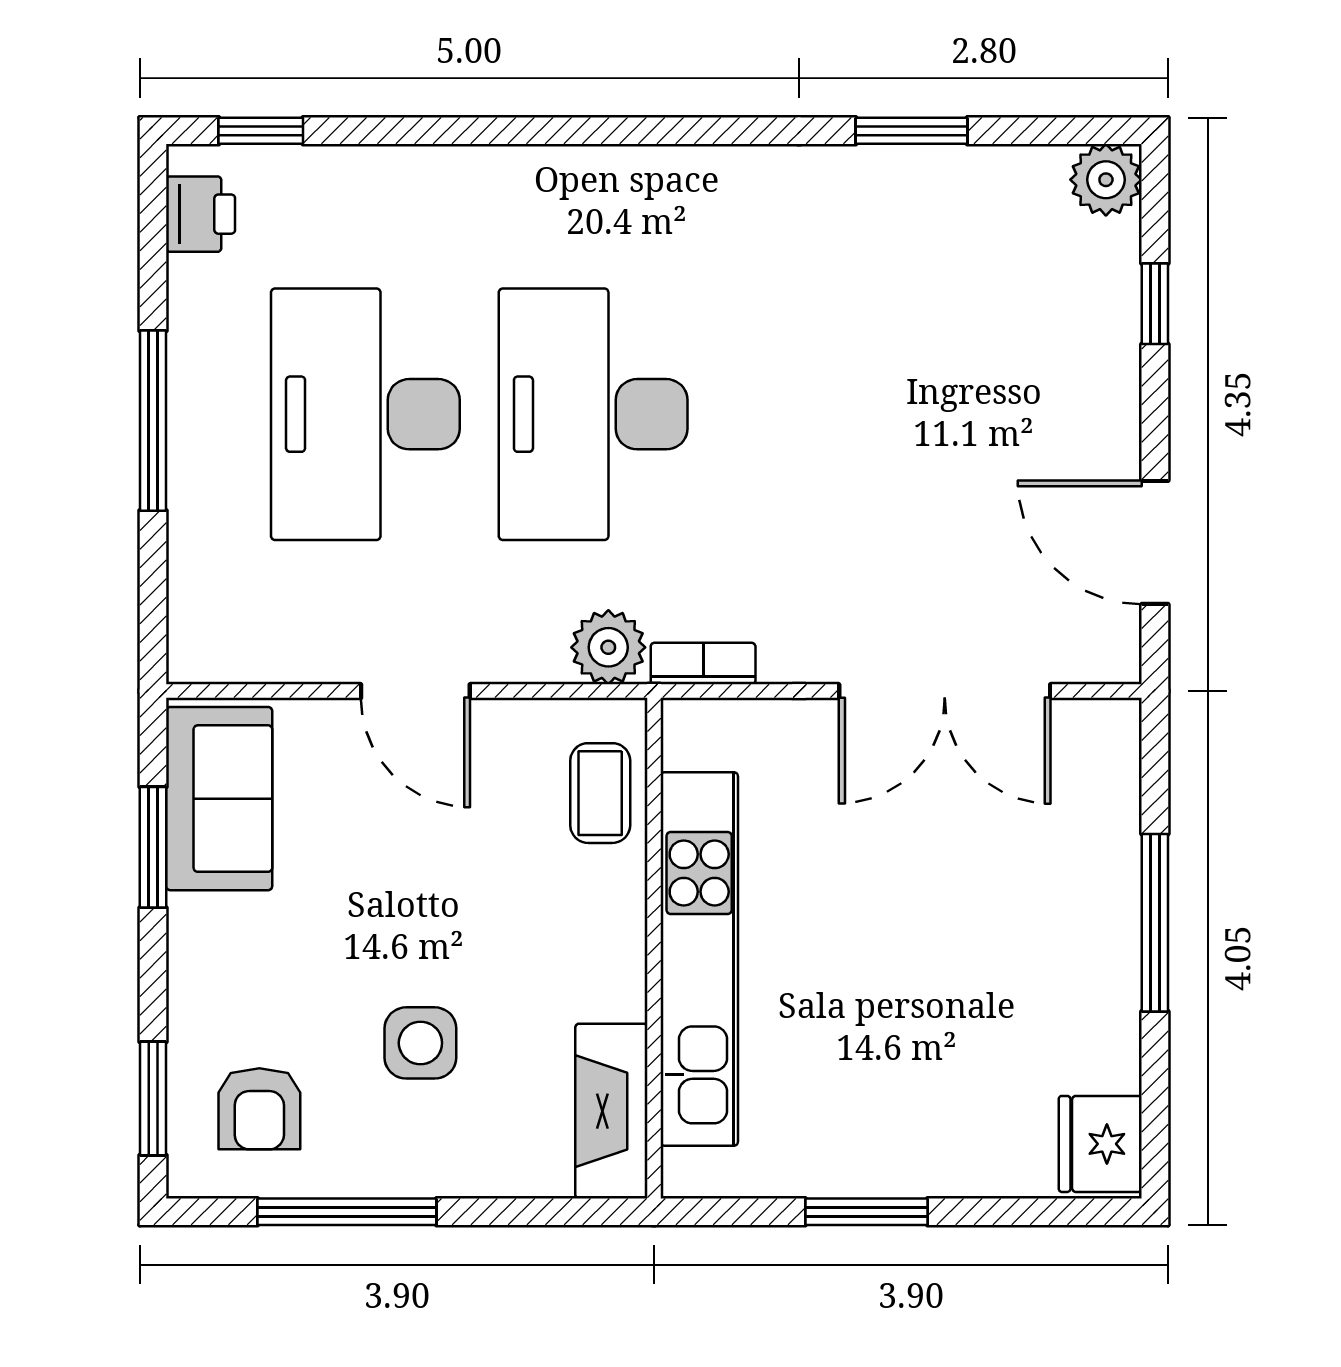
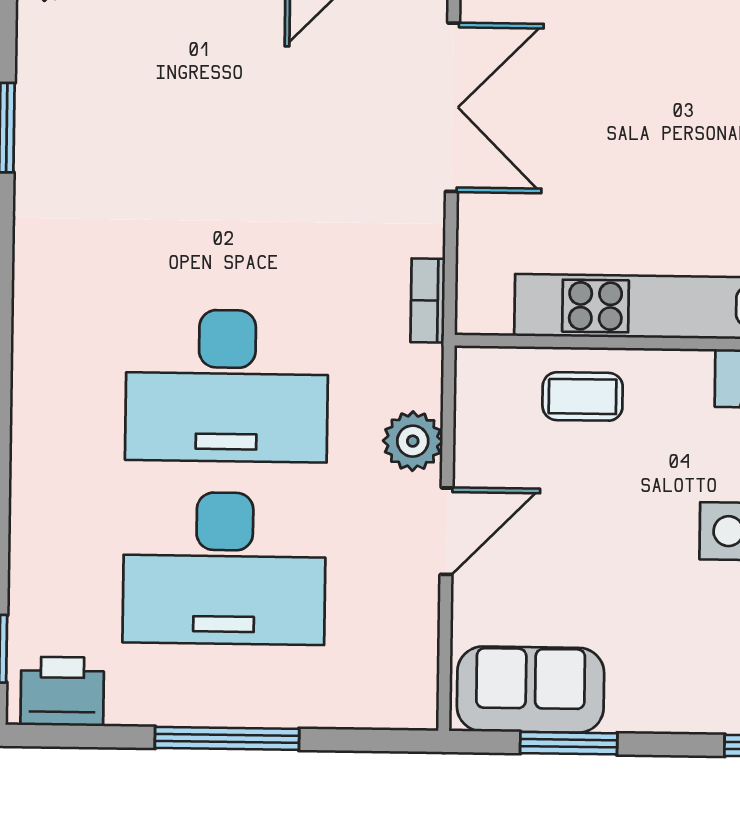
printer: (201, 214) -> (62, 691), width x1.36, depth x1.24
plant: (608, 647) -> (413, 441), moved
coffee table: (600, 793) -> (583, 396), moved

